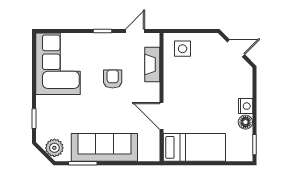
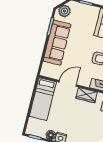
wardrobe: (172, 83) -> (87, 95), added

